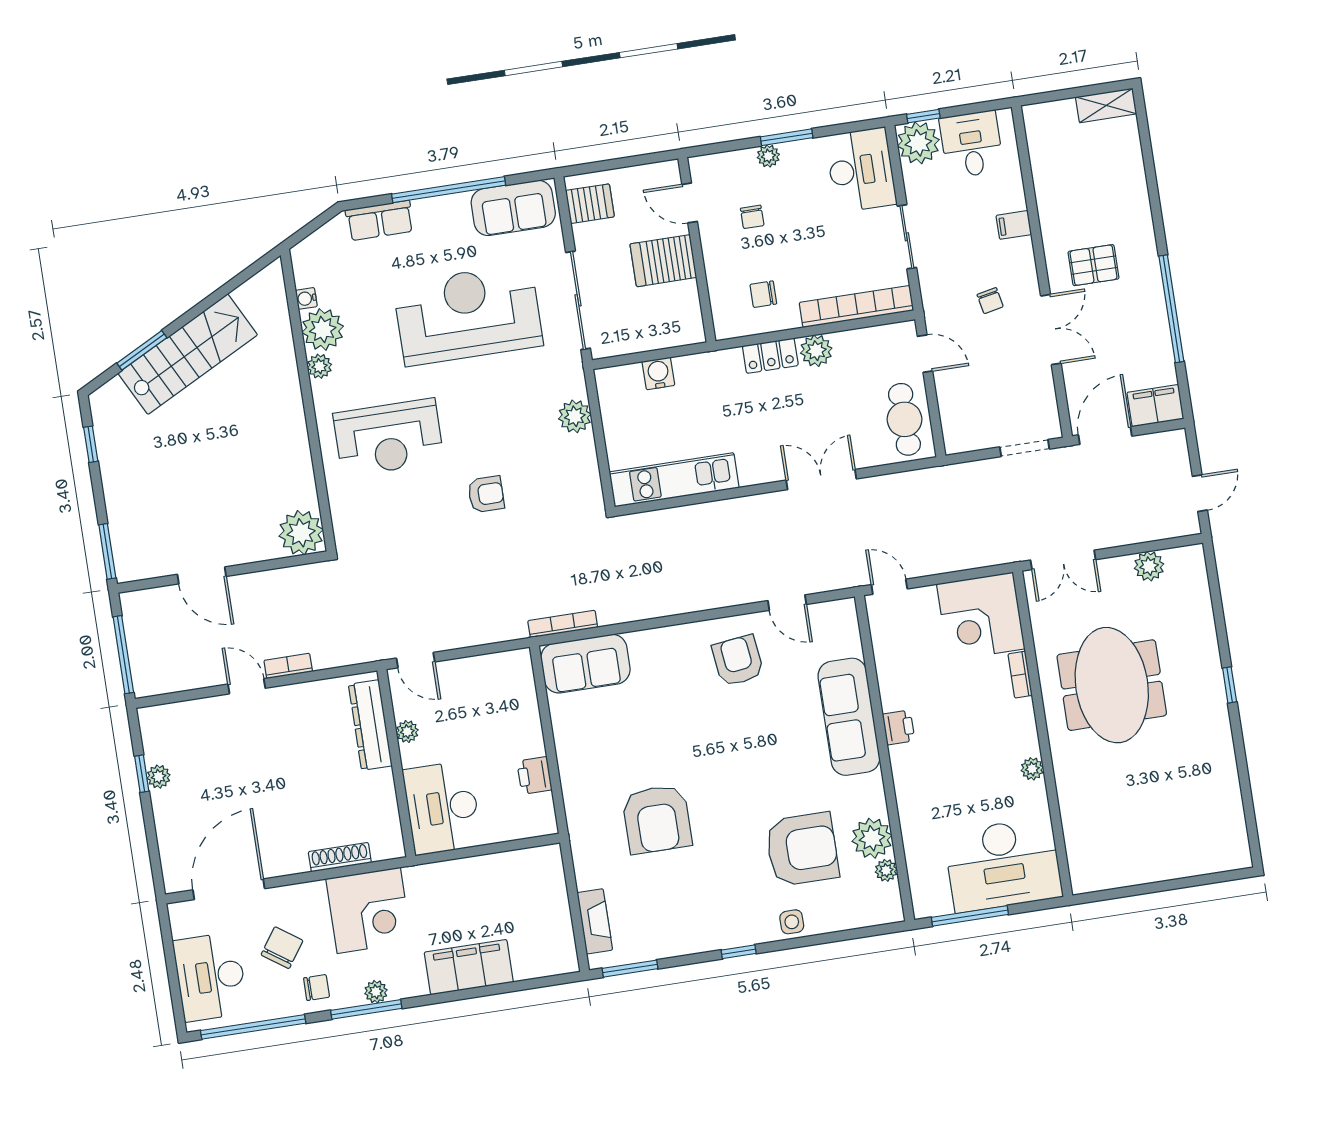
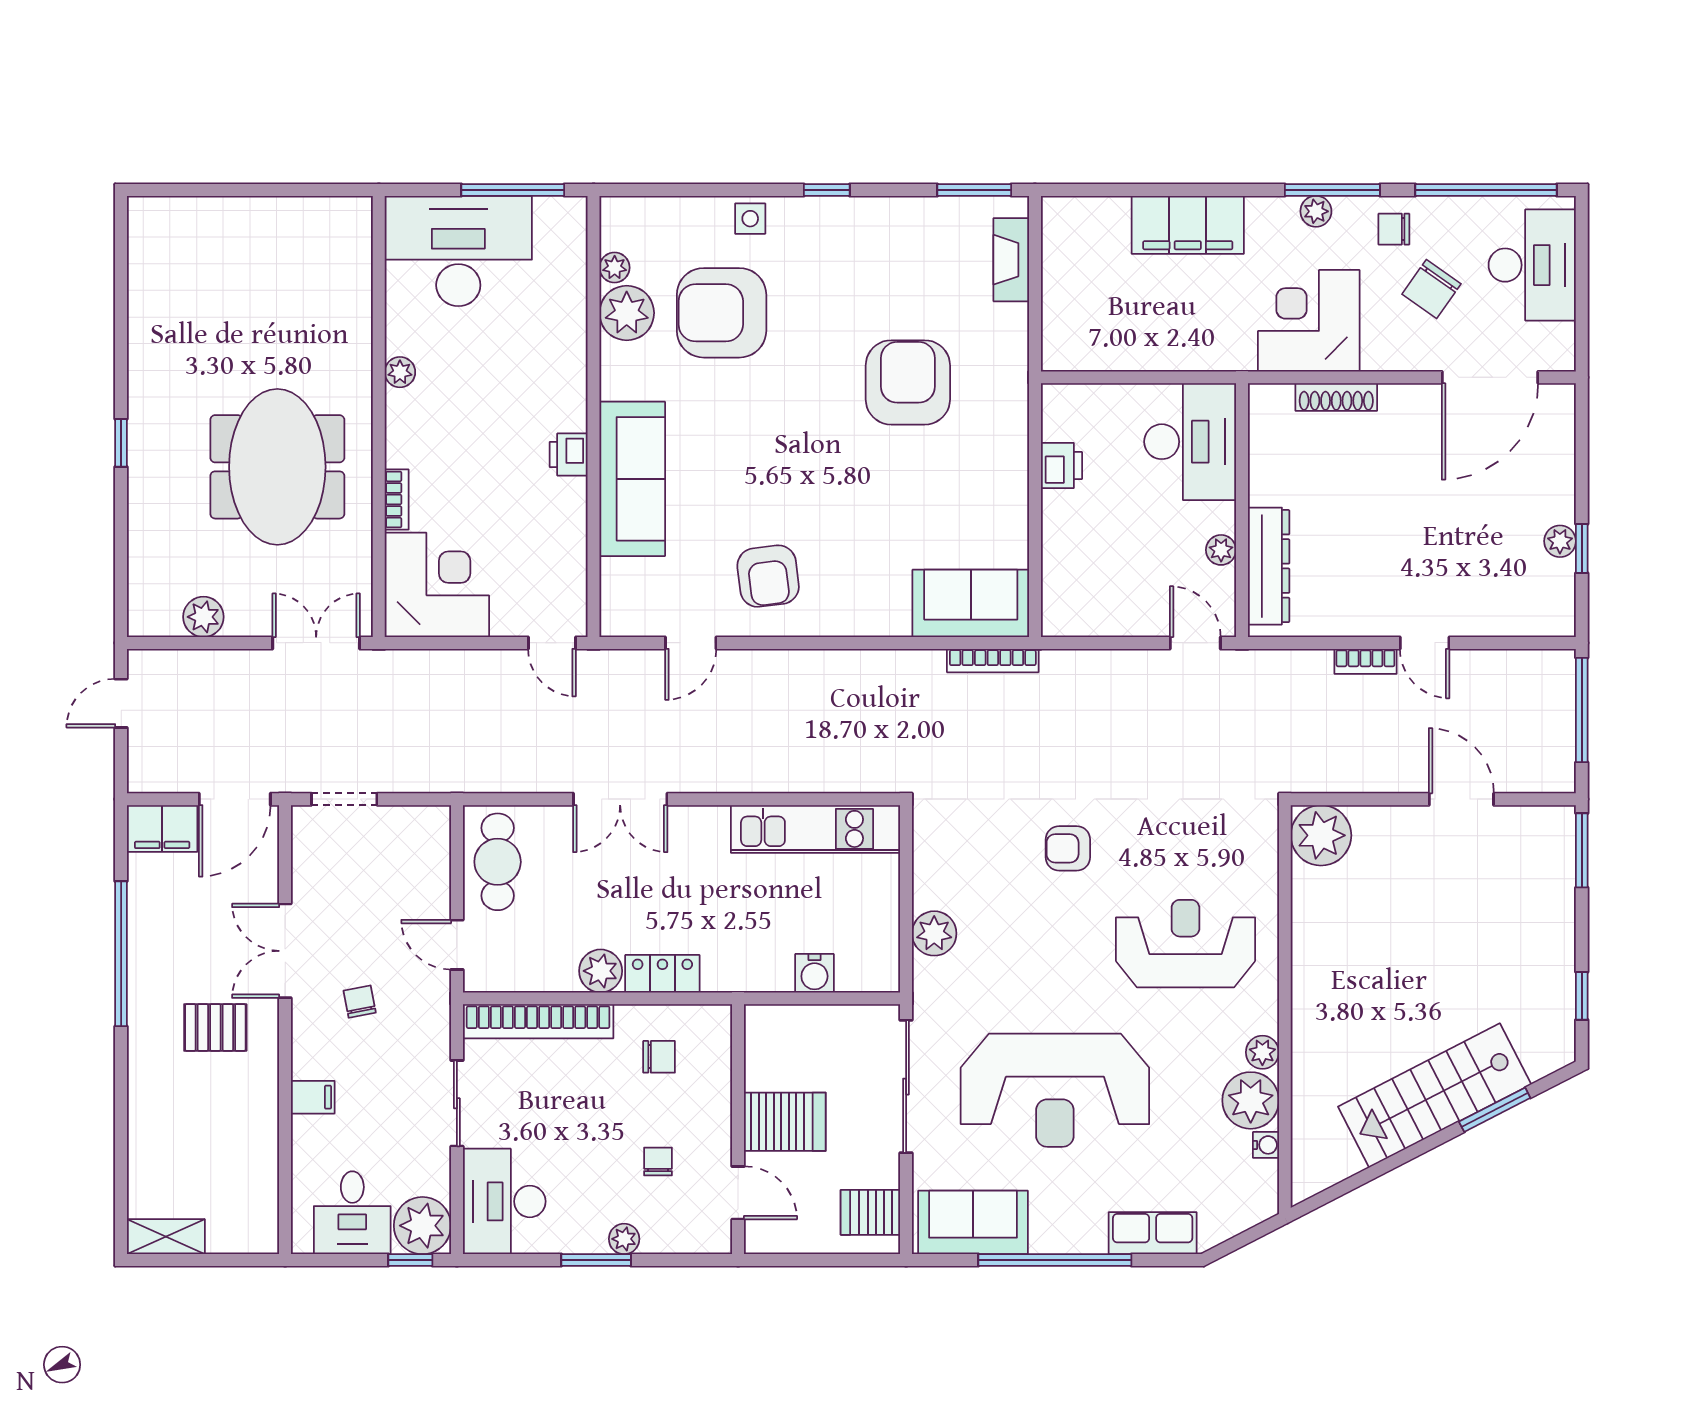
door: (787, 603) -> (691, 643), swing flipped

